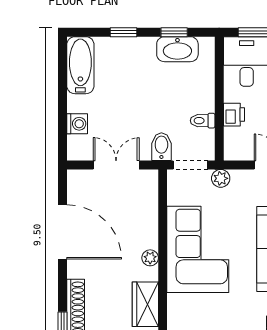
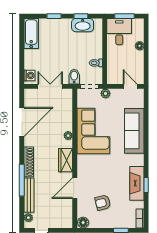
printer: (234, 115) -> (113, 60), removed
washing machine: (77, 124) -> (29, 75), moved
door: (63, 232) -> (22, 122), hinge flipped

